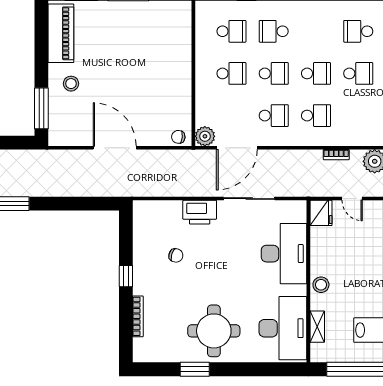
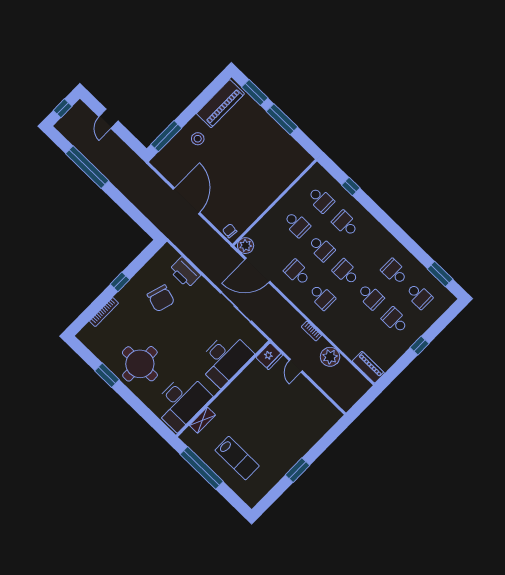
school desk: (316, 73) -> (346, 272), turned 180
school desk: (274, 116) -> (297, 273), turned 180
printer: (200, 212) -> (185, 273), moved
chair: (176, 255) -> (161, 298), width x1.87, depth x1.87
stool: (321, 285) -> (228, 398), removed

